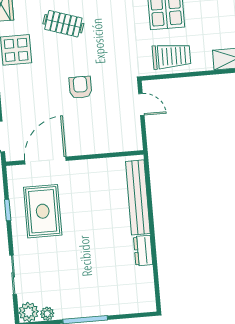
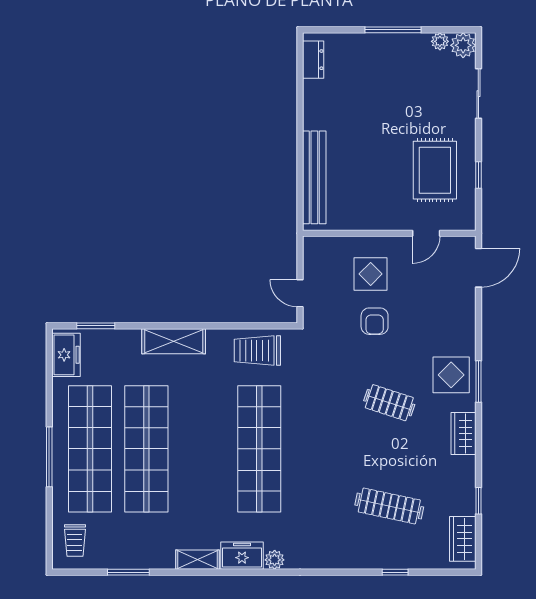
display table: (87, 124) -> (371, 274), added
door: (45, 161) -> (426, 233), width x0.53
dresser: (143, 251) -> (313, 60), moved

